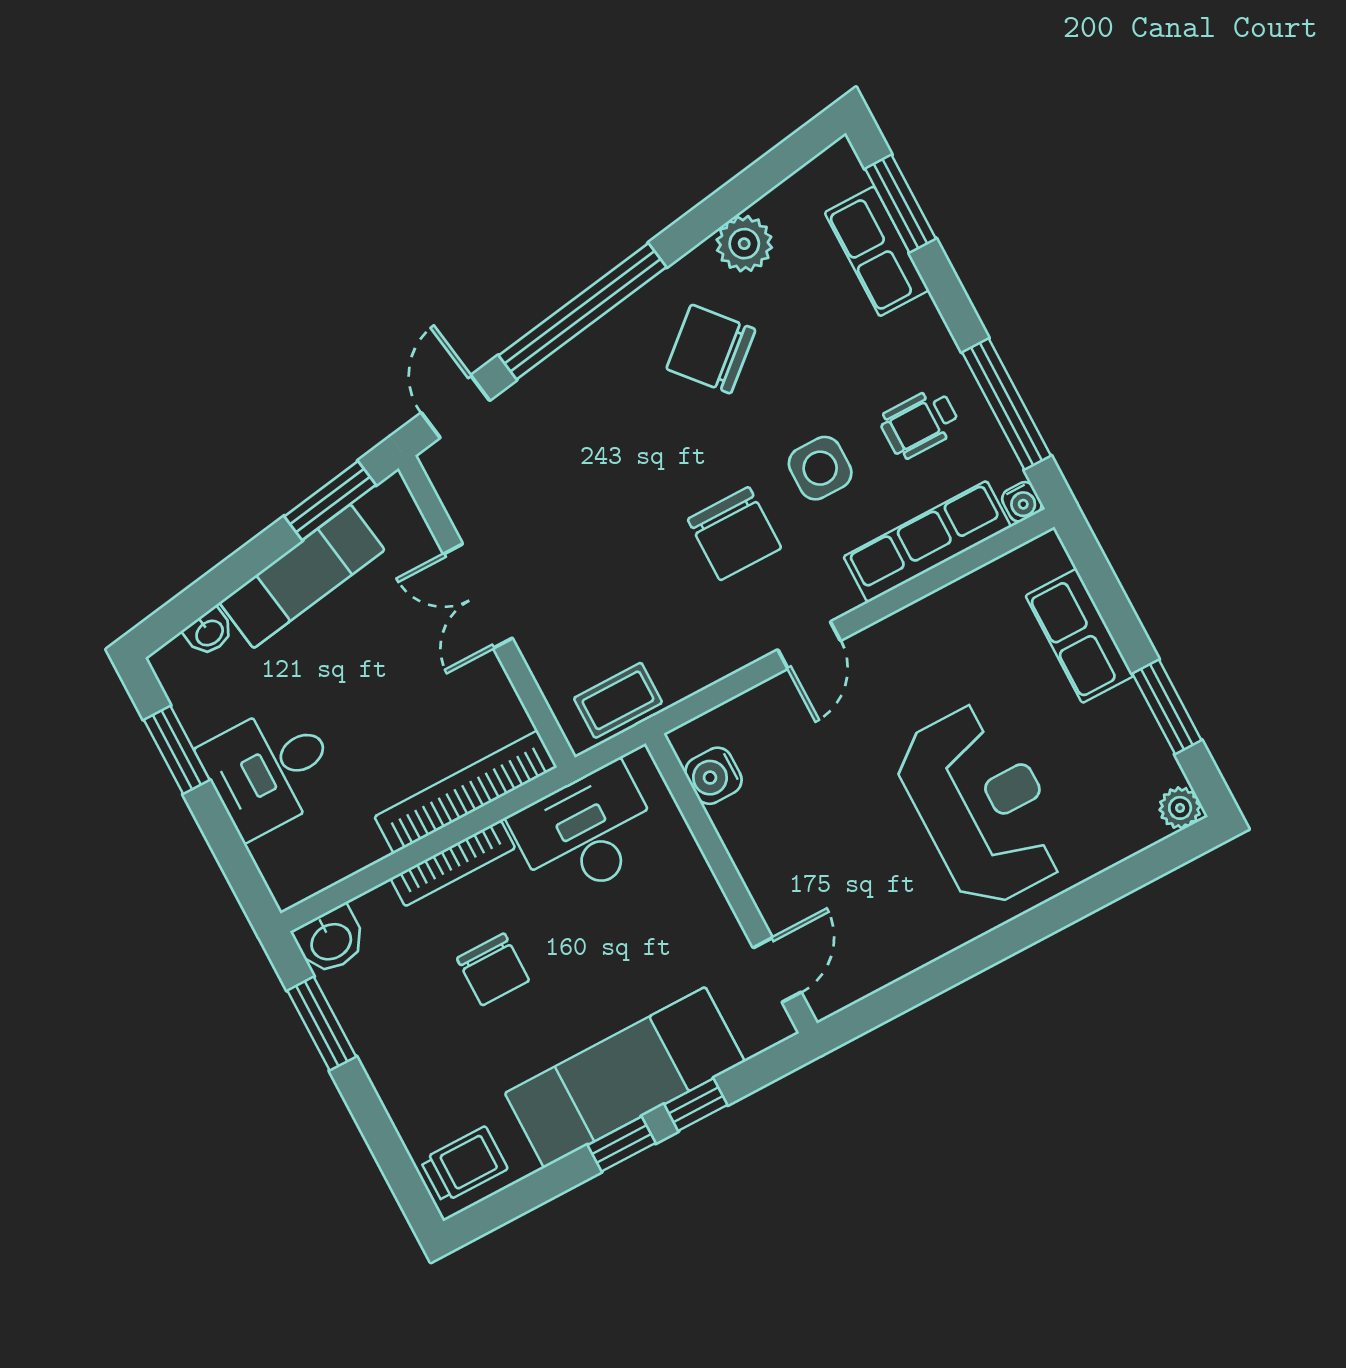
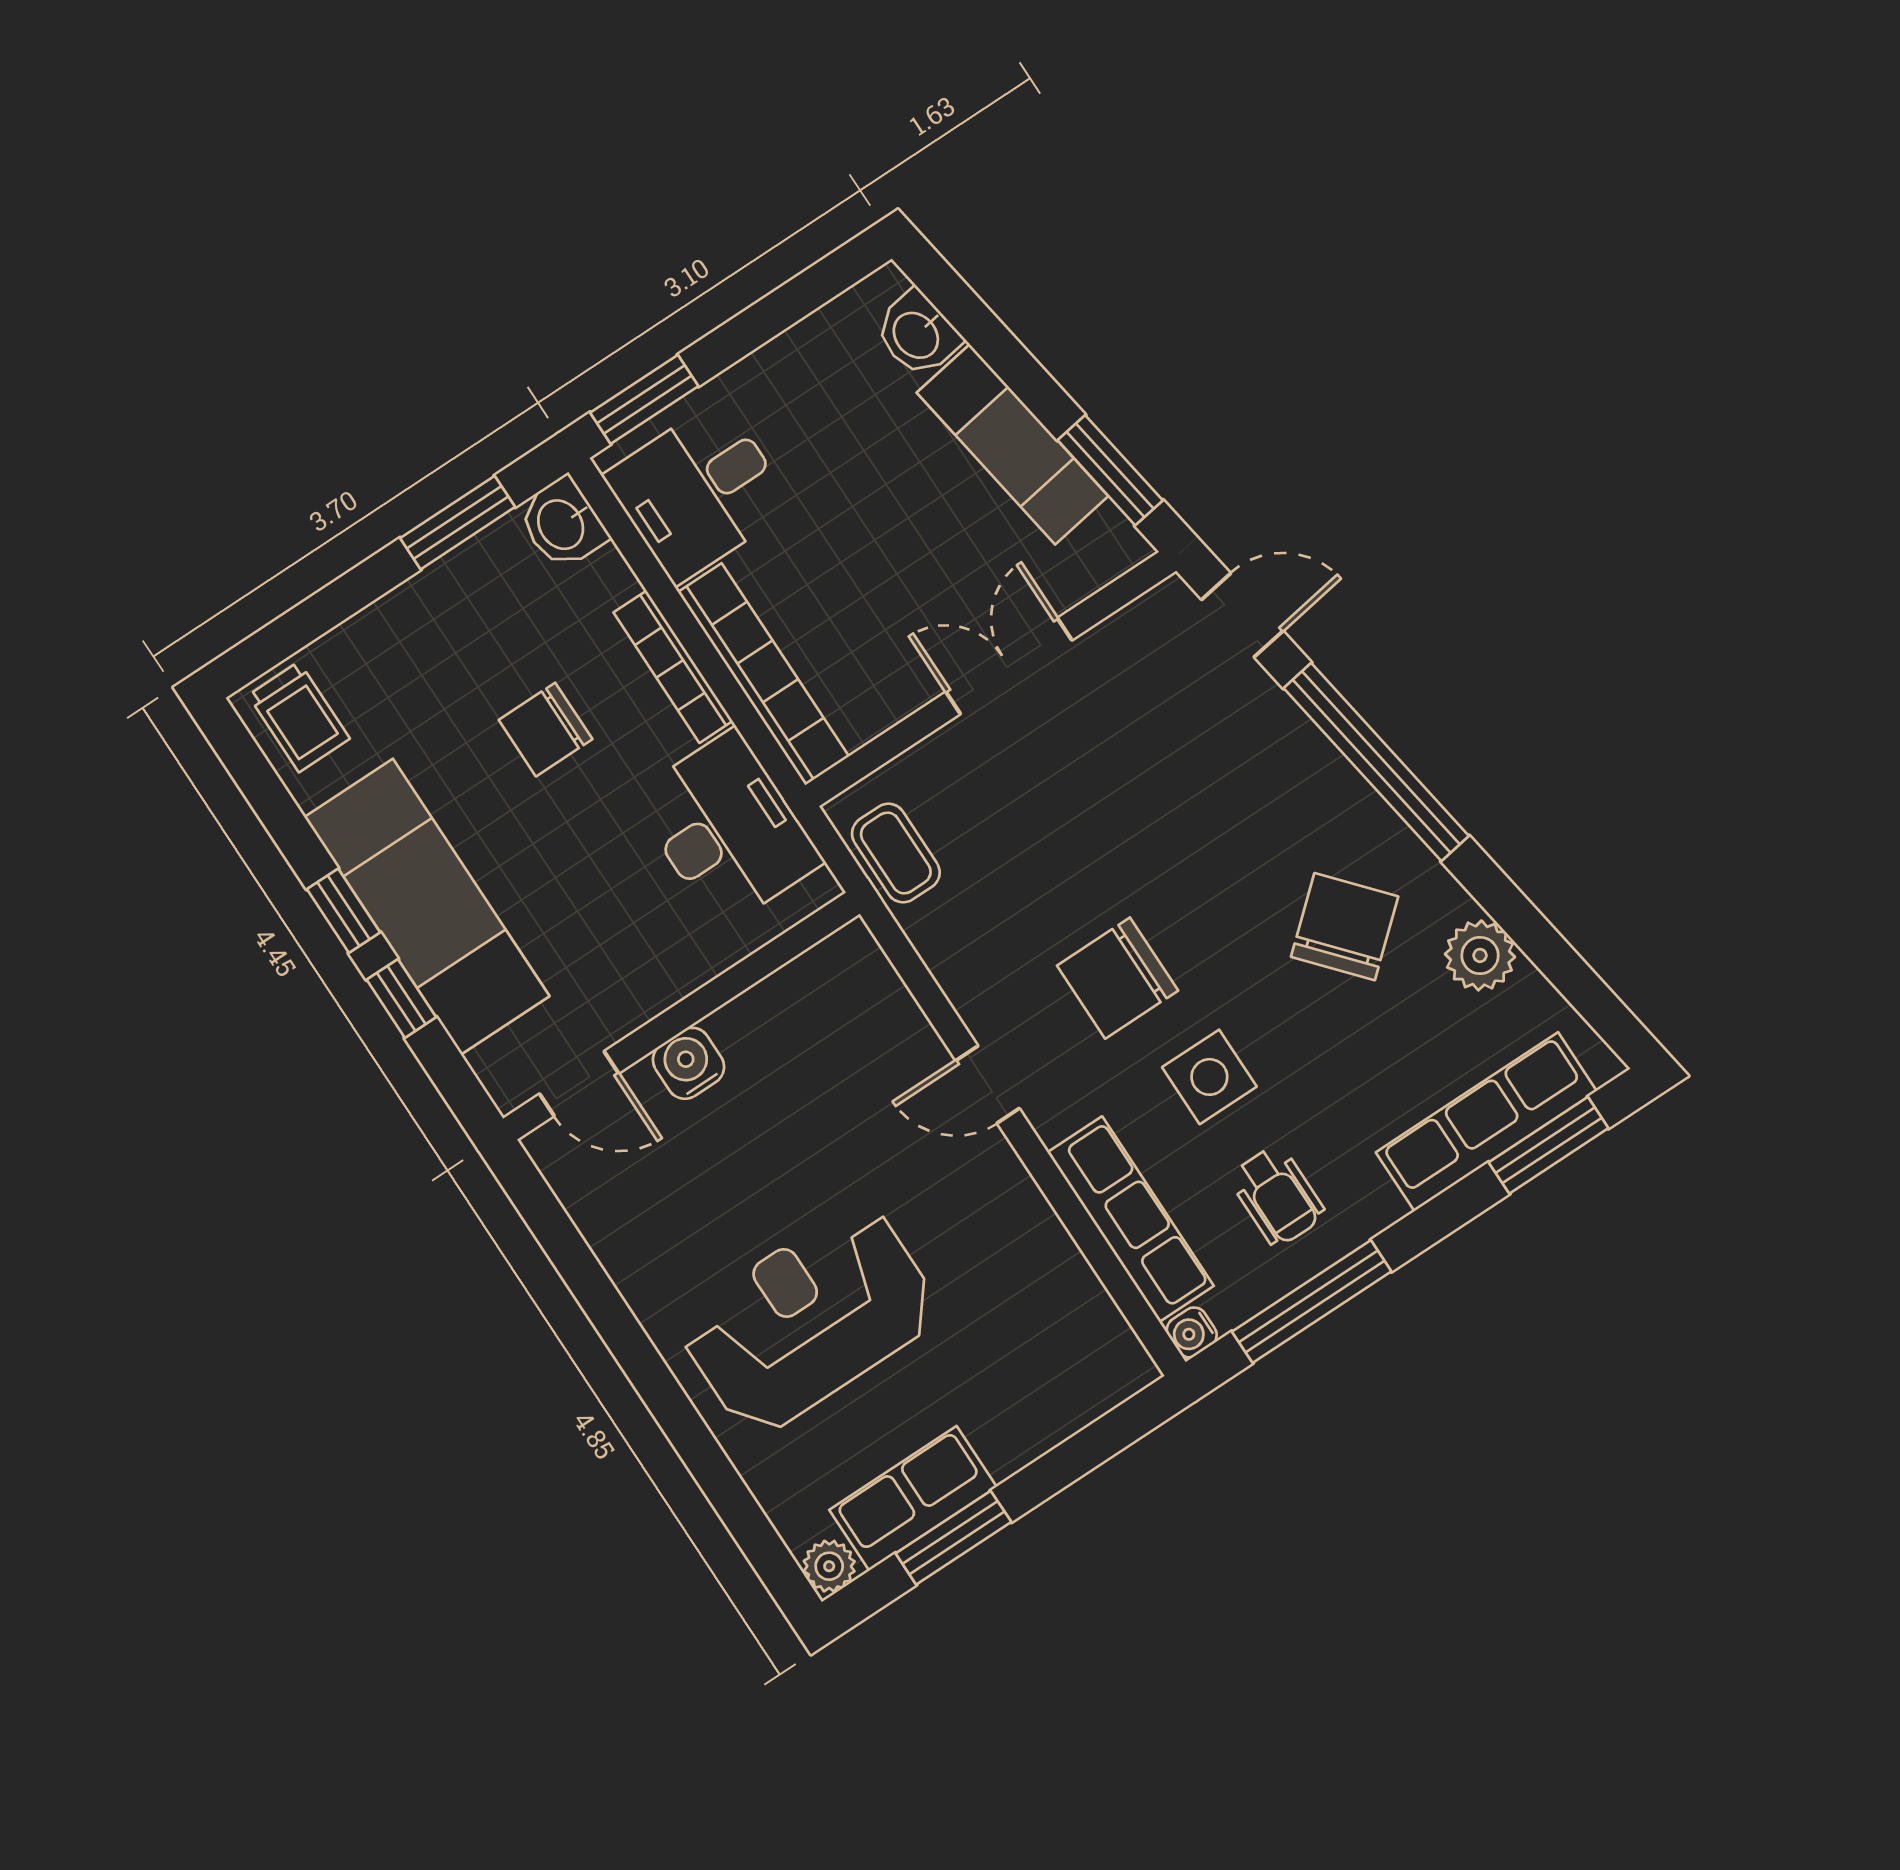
row of seats: (877, 251) -> (1486, 1122), width x1.48
wheelchair: (920, 423) -> (1277, 1196), turned 180
washbasin: (209, 632) -> (917, 334), width x1.38, depth x1.45
row of seats: (1079, 636) -> (913, 1498), moved
window: (177, 750) -> (644, 399), moved
desk: (270, 770) -> (699, 491), moved, turned -90
water cooler: (713, 776) -> (688, 1063), moved
reception desk: (982, 805) -> (809, 1319), turned 180

